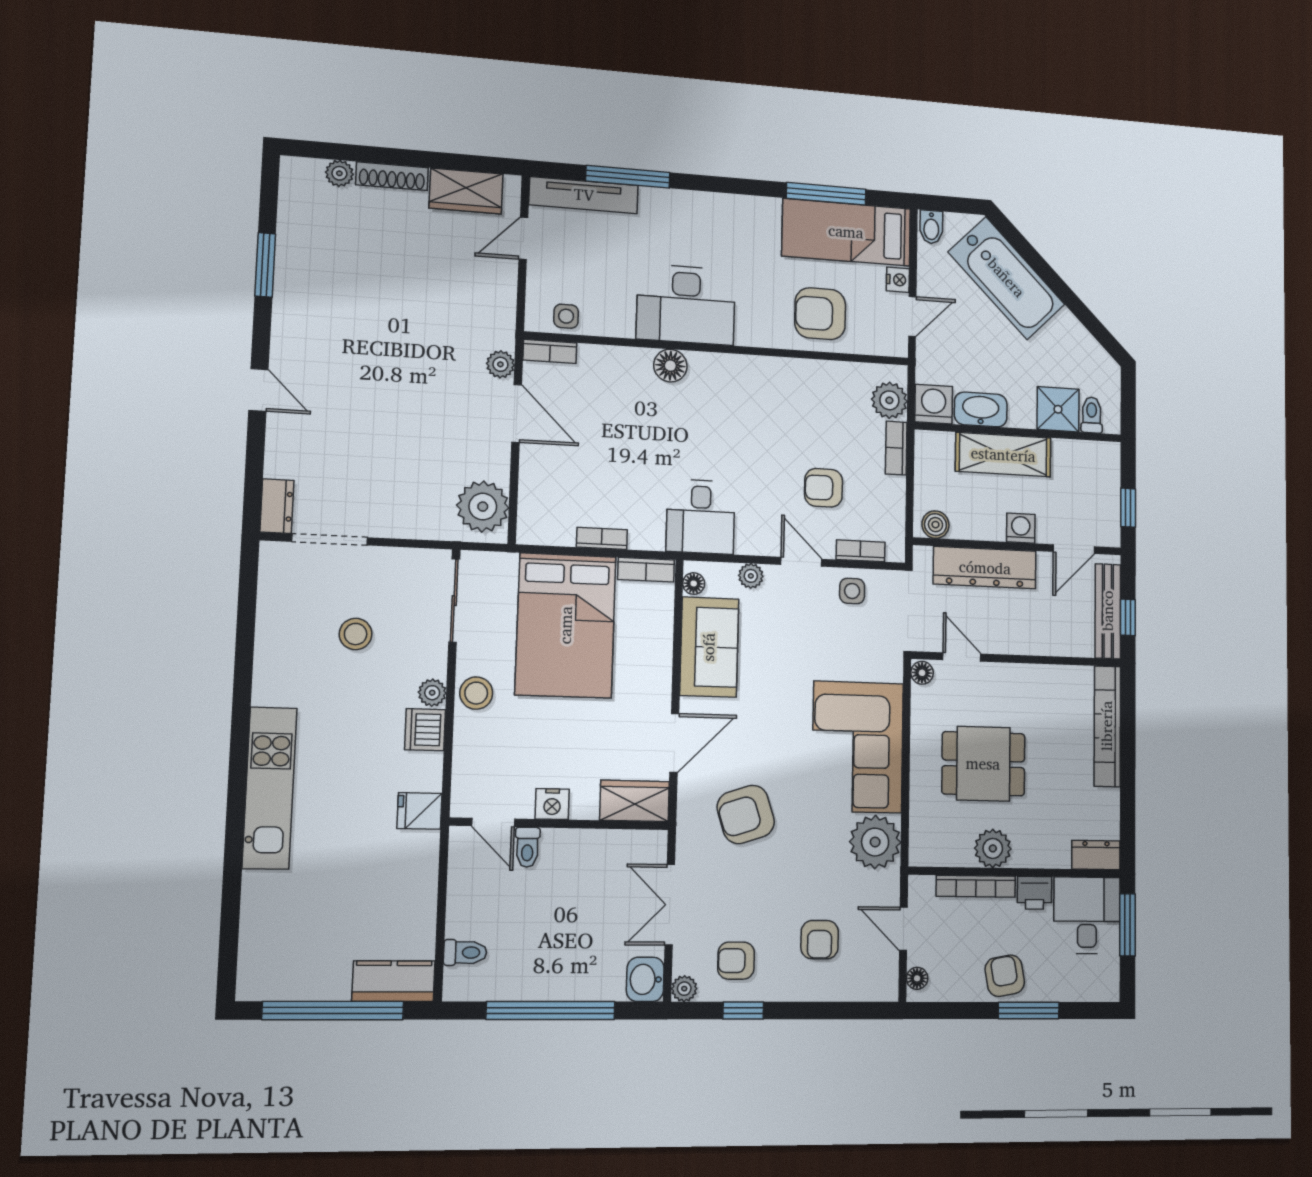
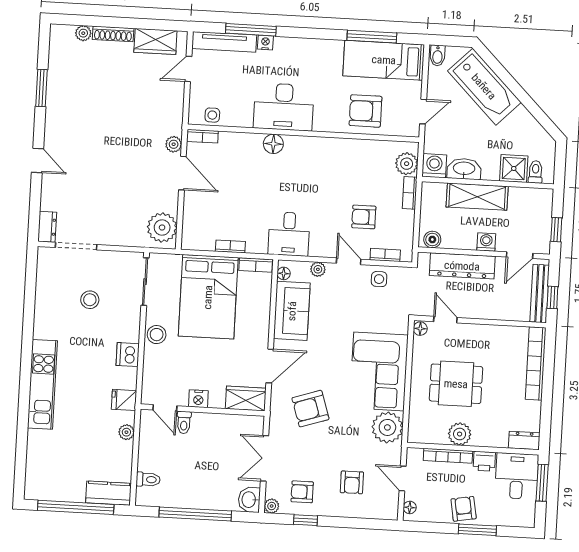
nightstand: (898, 280) -> (265, 43), moved, turned -90
plant: (432, 693) -> (126, 432), moved

